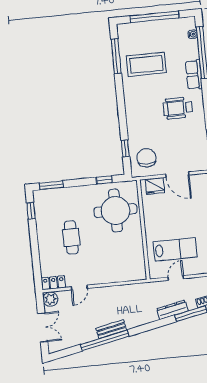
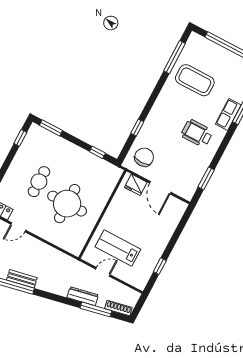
window: (125, 148) -> (137, 128), moved
round table: (115, 211) -> (67, 204), moved
lab bench: (175, 249) -> (118, 248), turned 180

